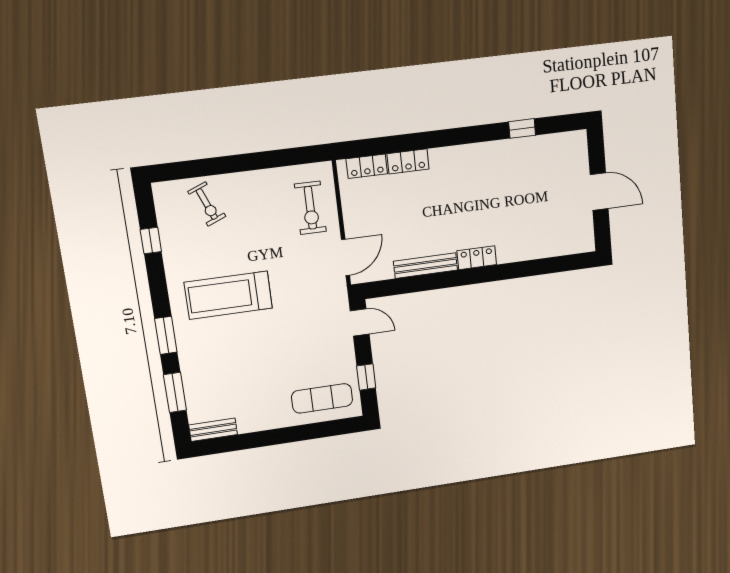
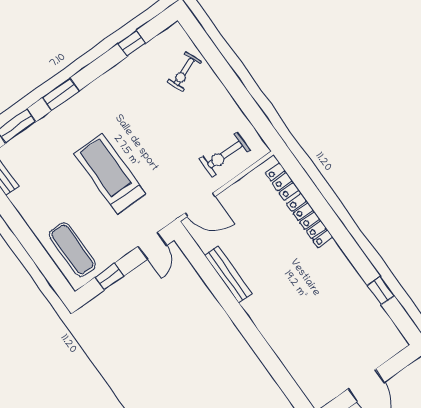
locker: (408, 161) -> (310, 221), width x1.53
locker: (477, 258) -> (257, 313), removed
treadmill: (228, 295) -> (110, 174), moved

